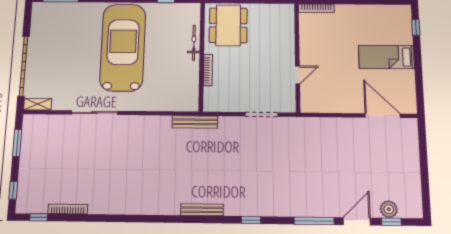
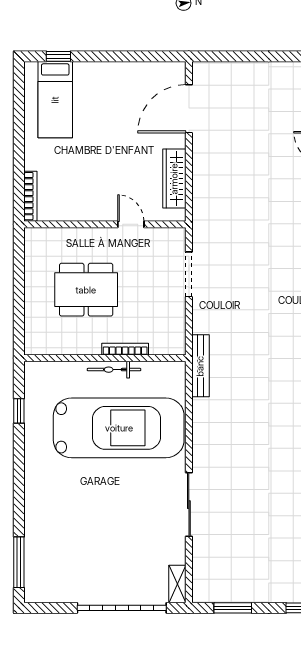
dining table: (228, 25) -> (86, 290), moved
bicycle: (194, 43) -> (114, 370), moved
car: (123, 47) -> (119, 428), moved, turned 180
bed: (386, 57) -> (55, 100), moved
wardrobe: (331, 105) -> (174, 179), added

